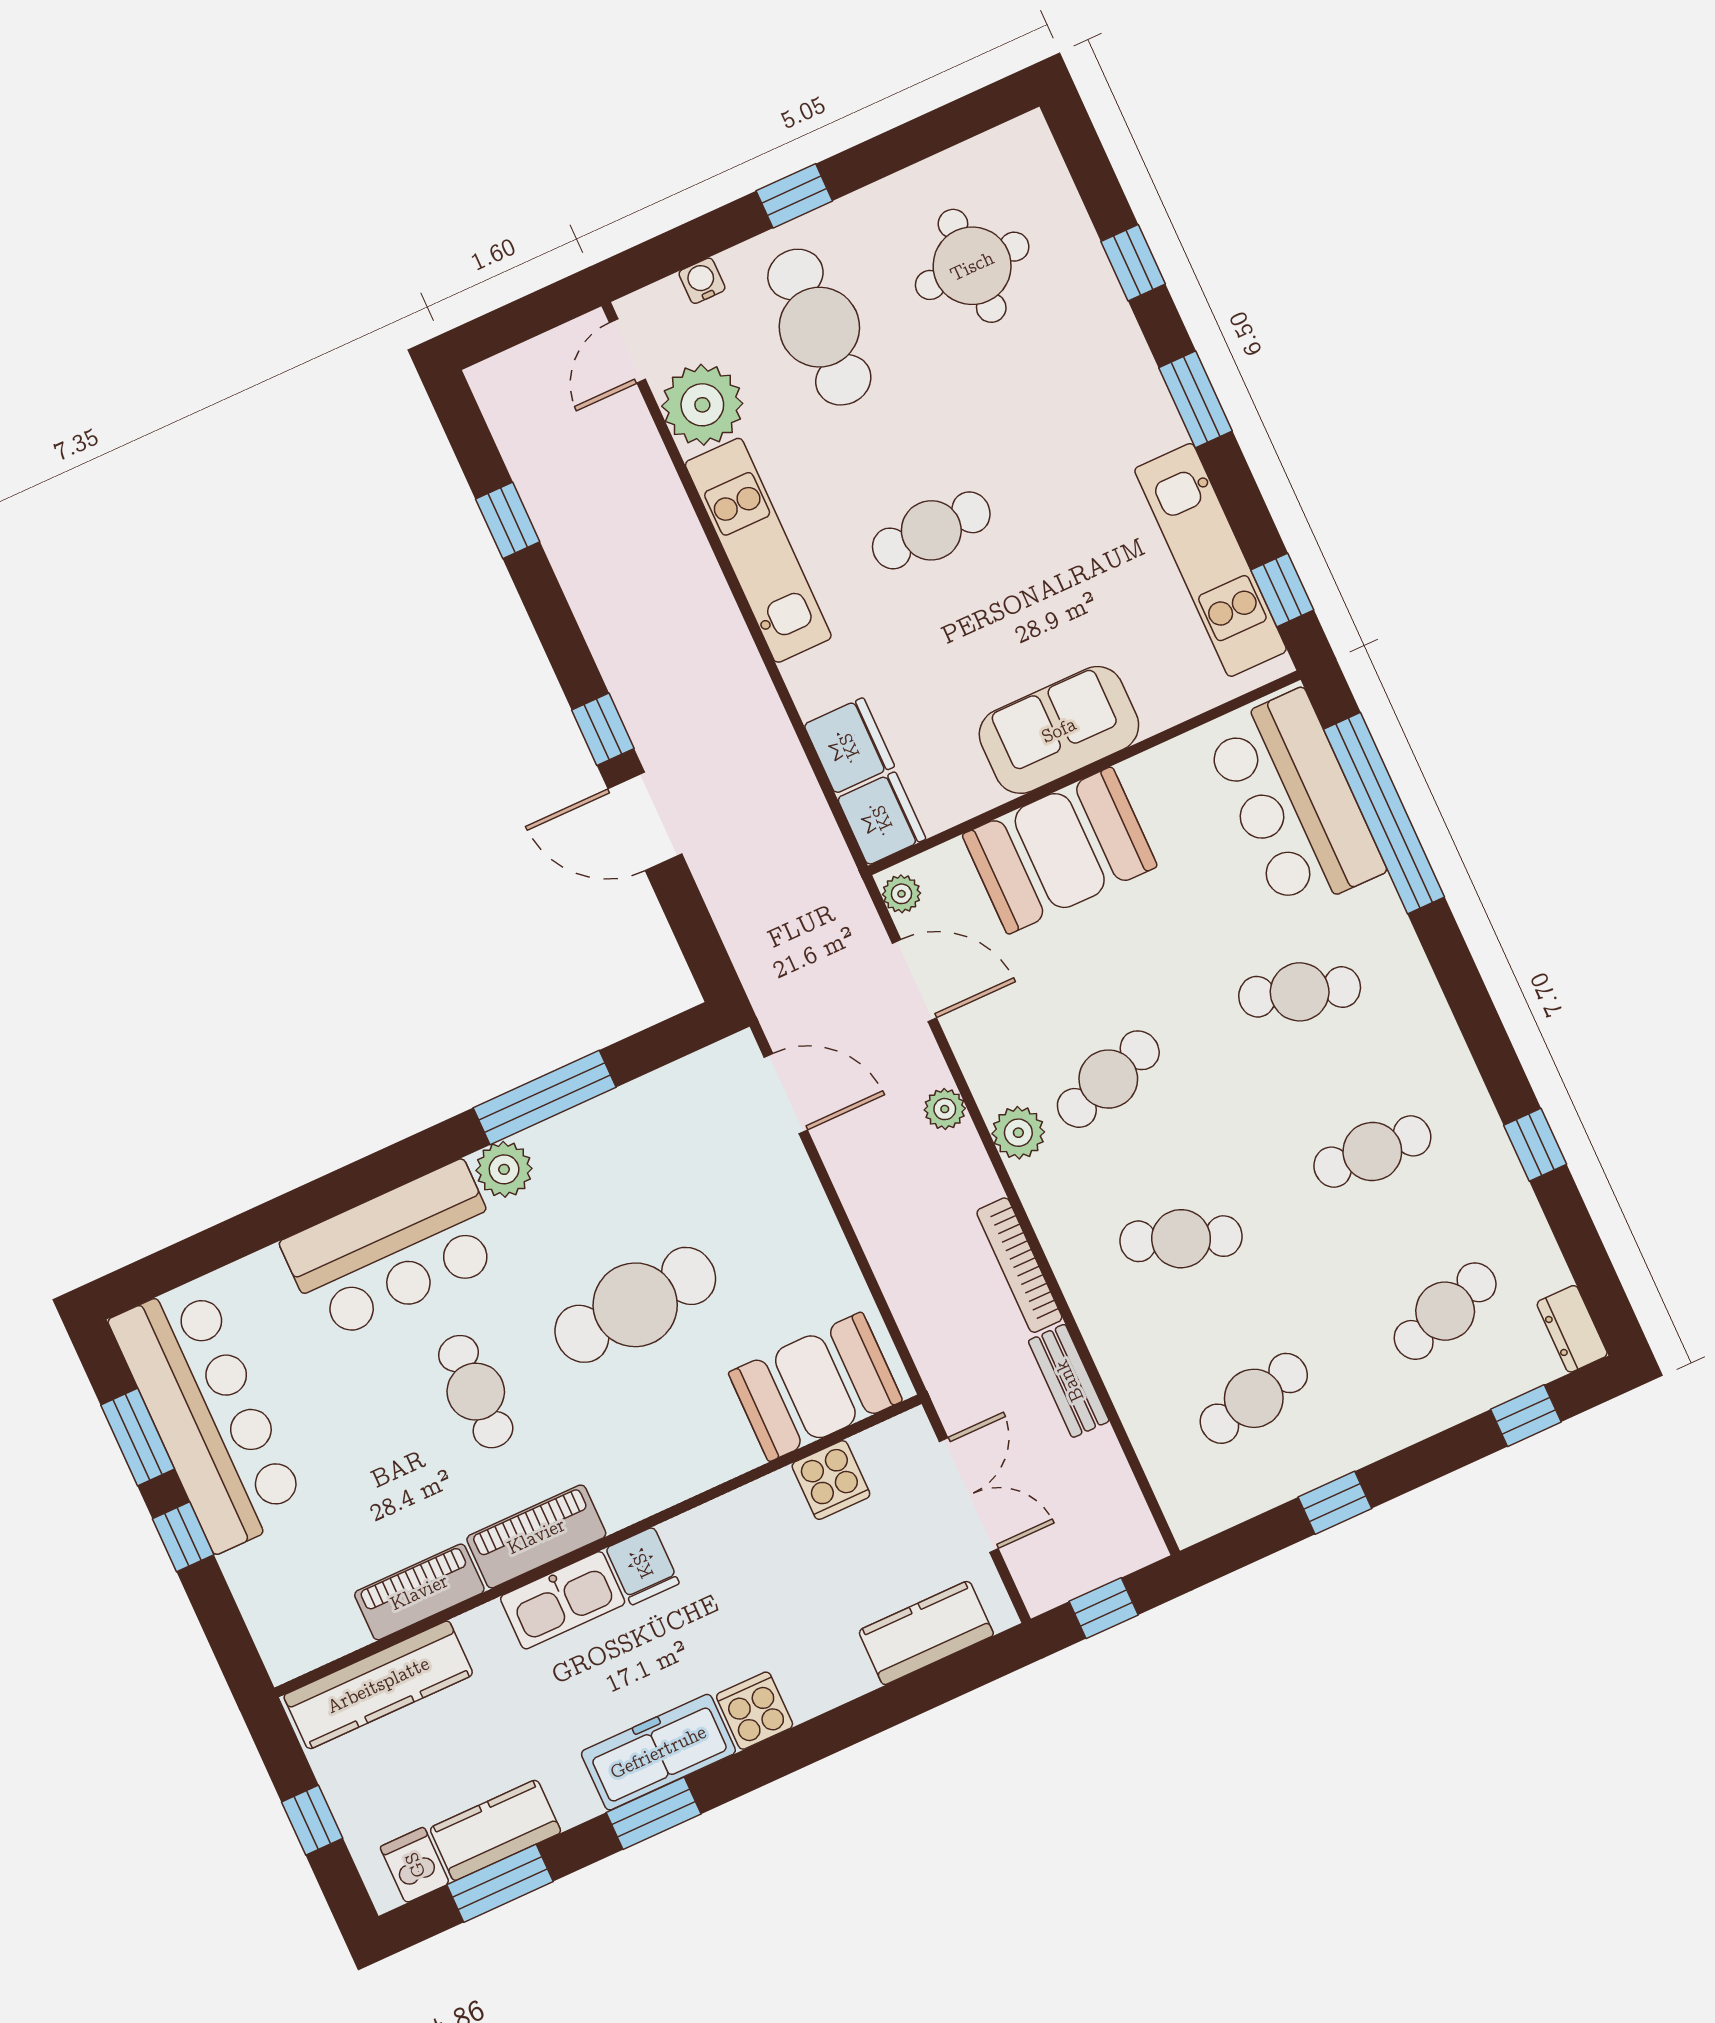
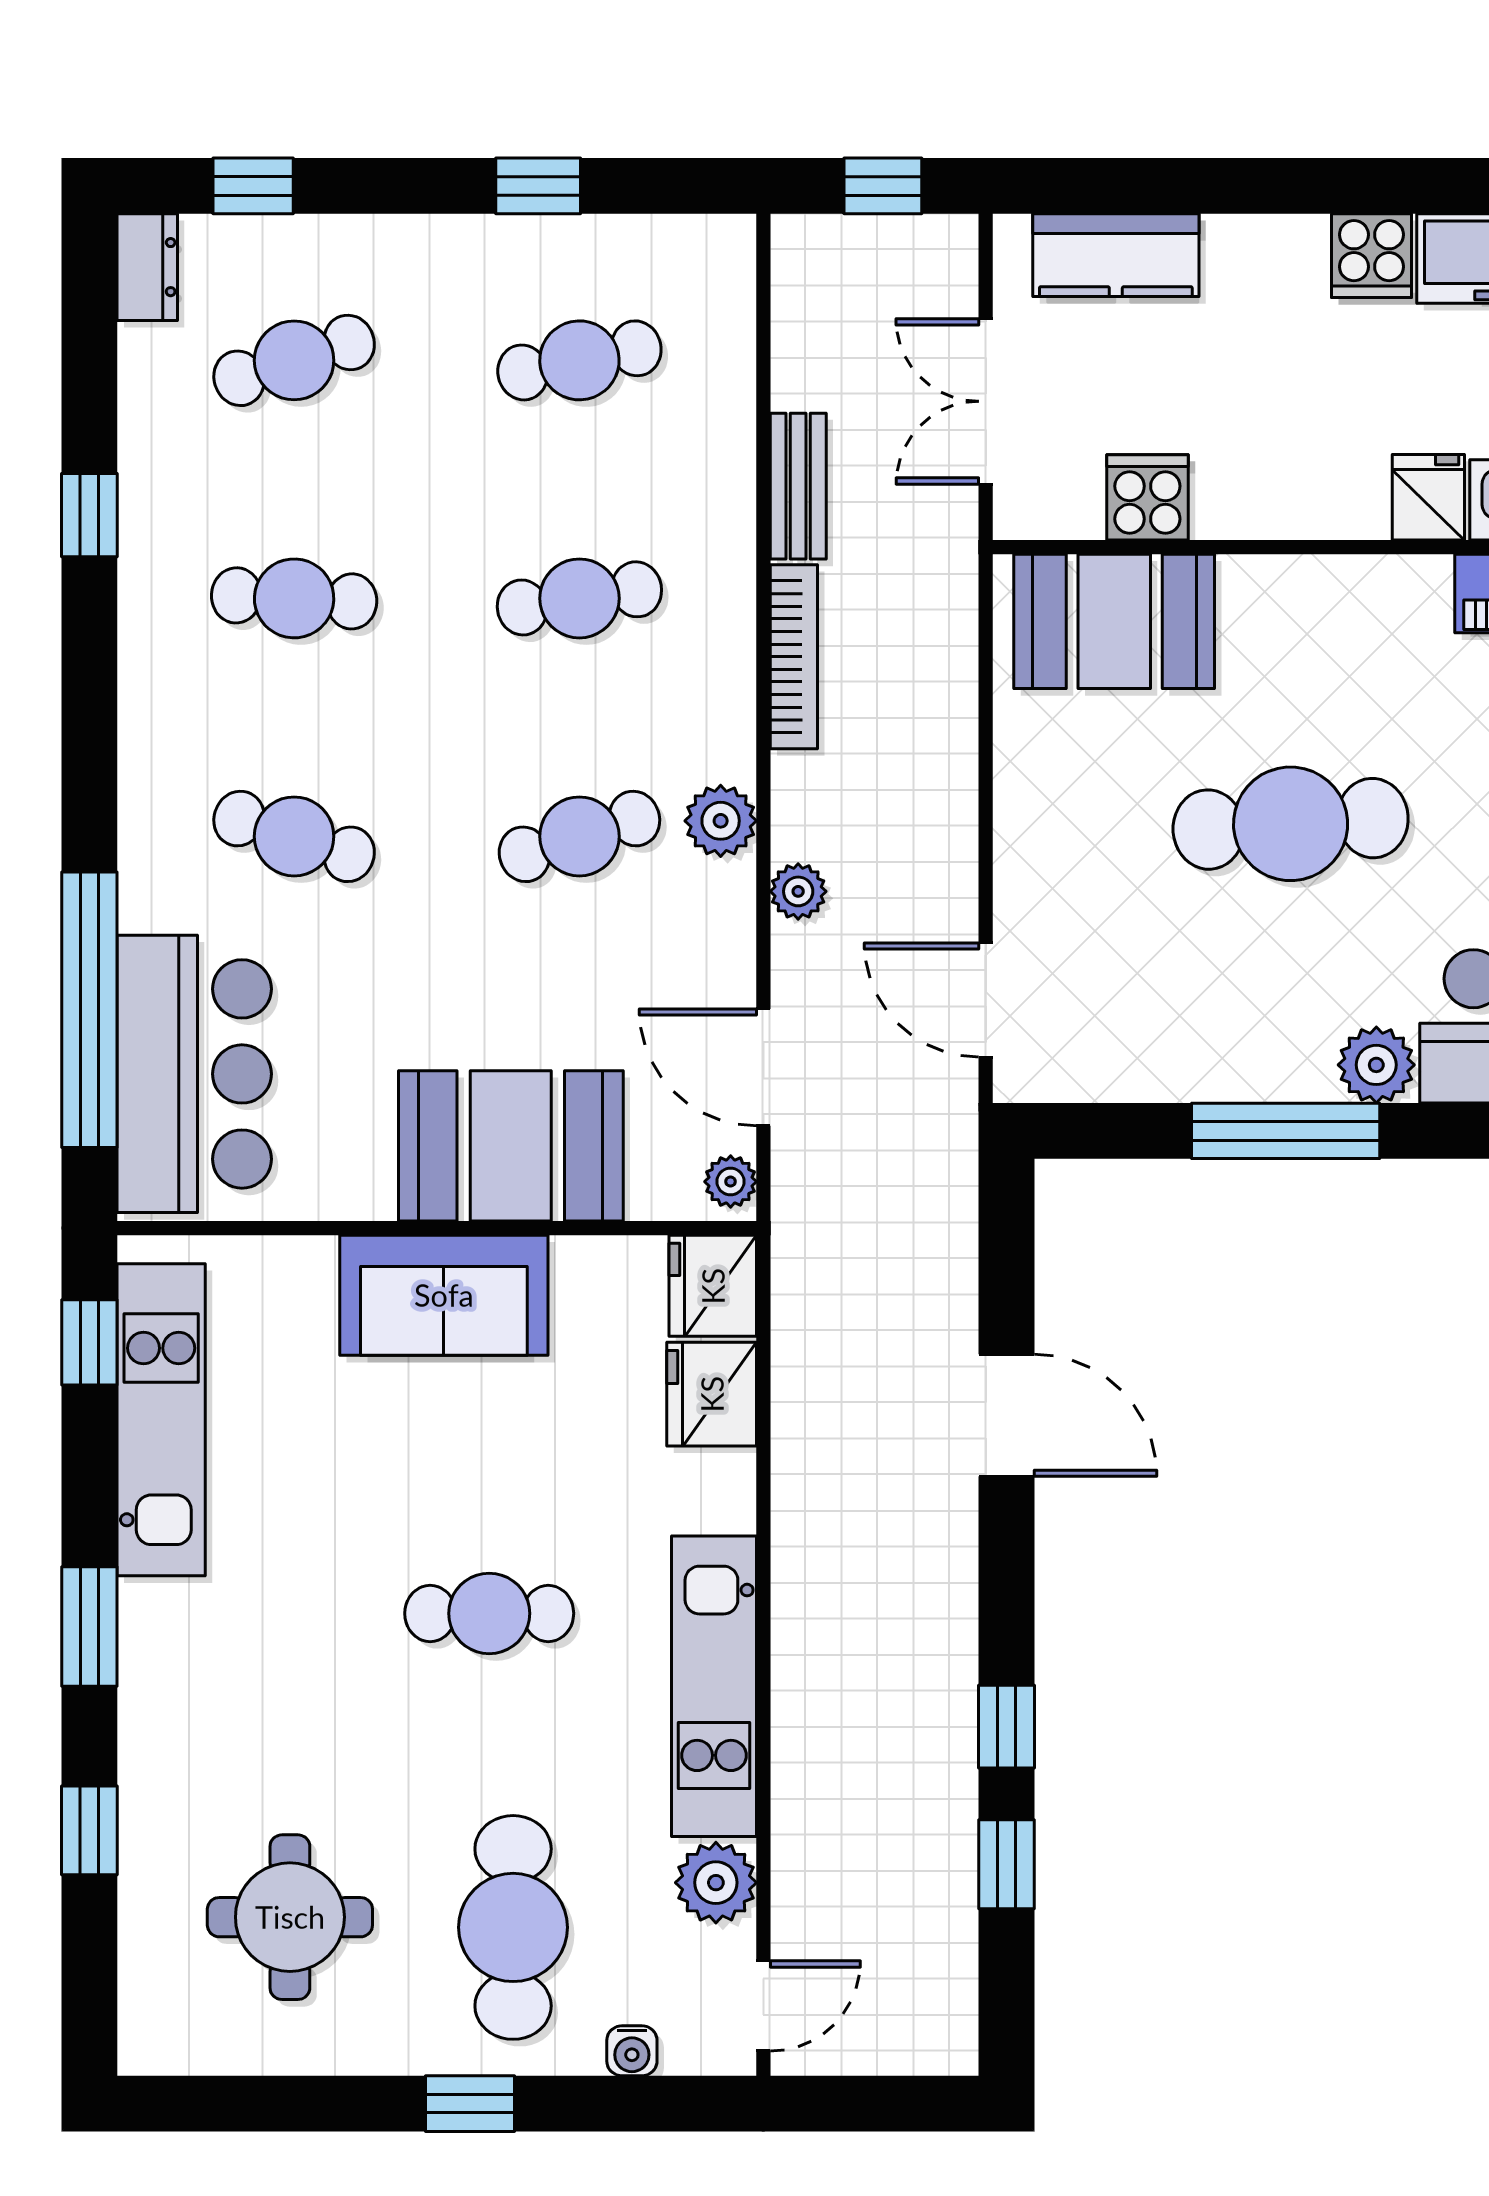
plant: (702, 405) -> (716, 1883), width x0.73, depth x0.73
window: (603, 729) -> (1007, 1727), moved
cafe table: (1181, 1239) -> (579, 598), turned -30

